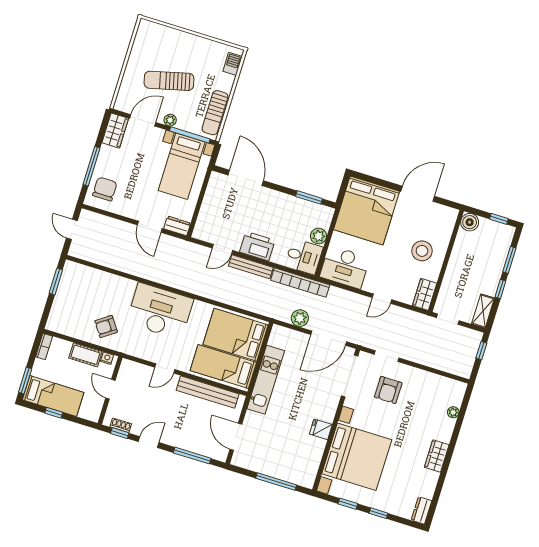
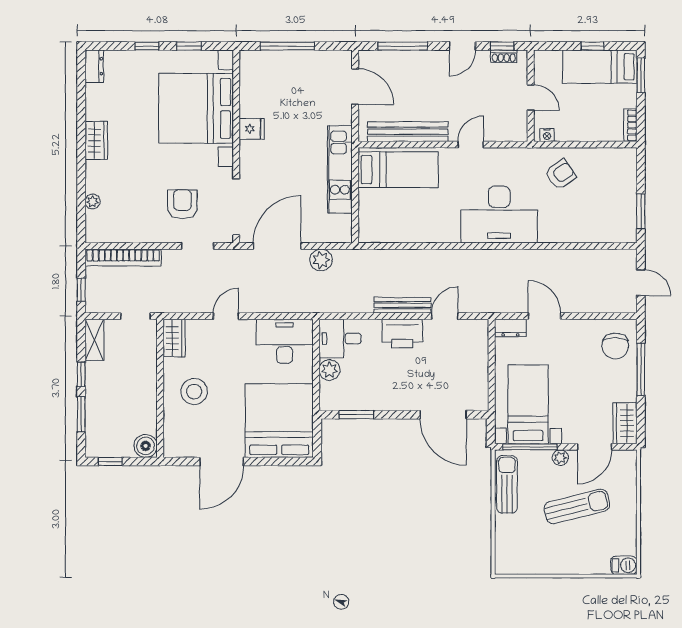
barbecue: (233, 64) -> (624, 565), moved, turned -90
bookcase: (300, 283) -> (123, 258), moved, turned 180
bed: (236, 335) -> (395, 214), removed
cot: (85, 355) -> (575, 131), removed

